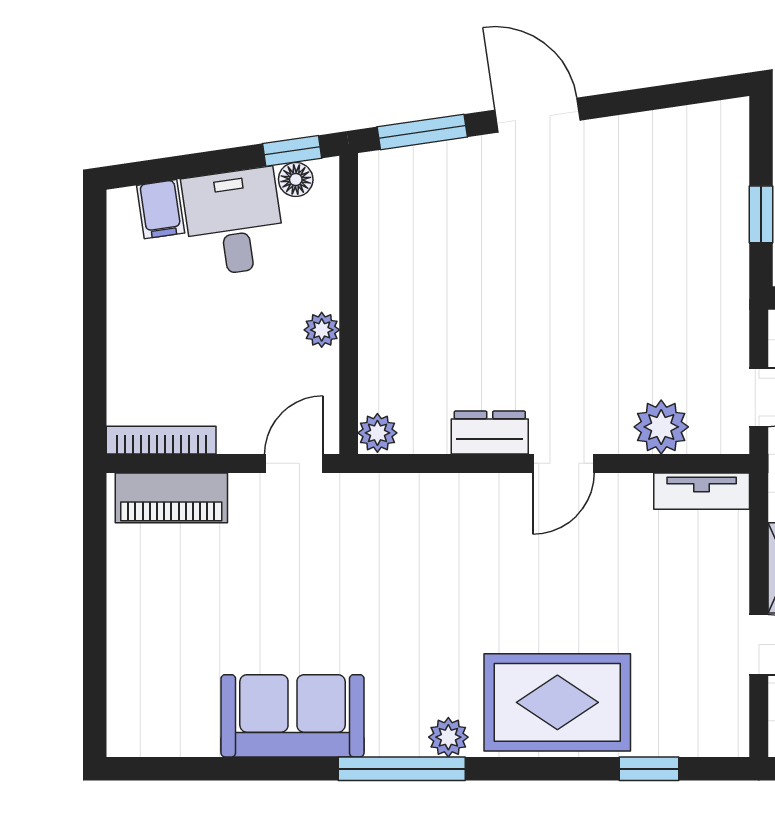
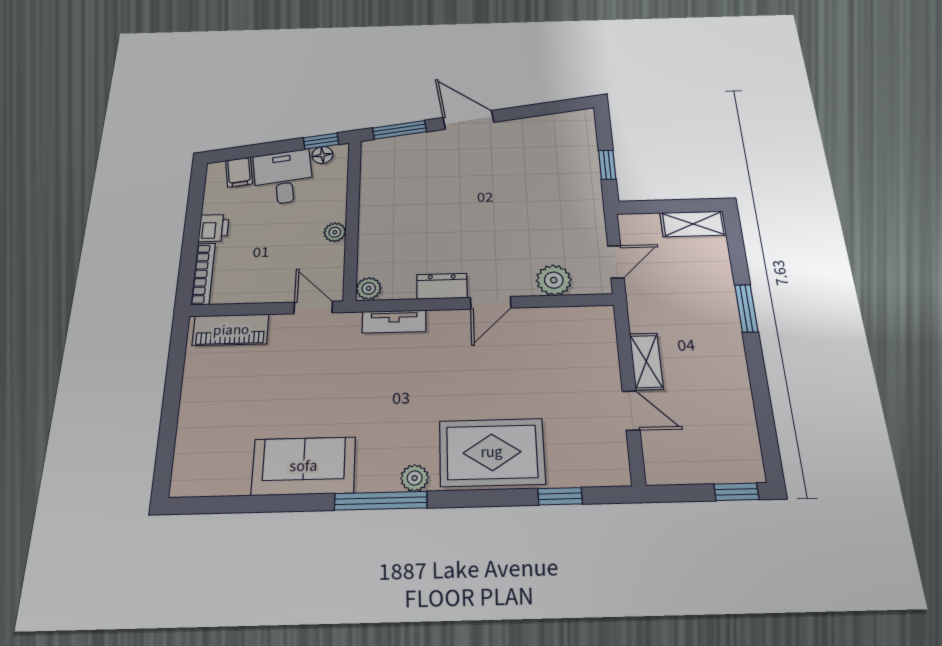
printer: (129, 316) -> (214, 228), added
bookcase: (161, 440) -> (203, 274), moved, turned 90
door: (294, 463) -> (313, 307), hinge flipped
tv unit: (702, 491) -> (394, 321), moved

